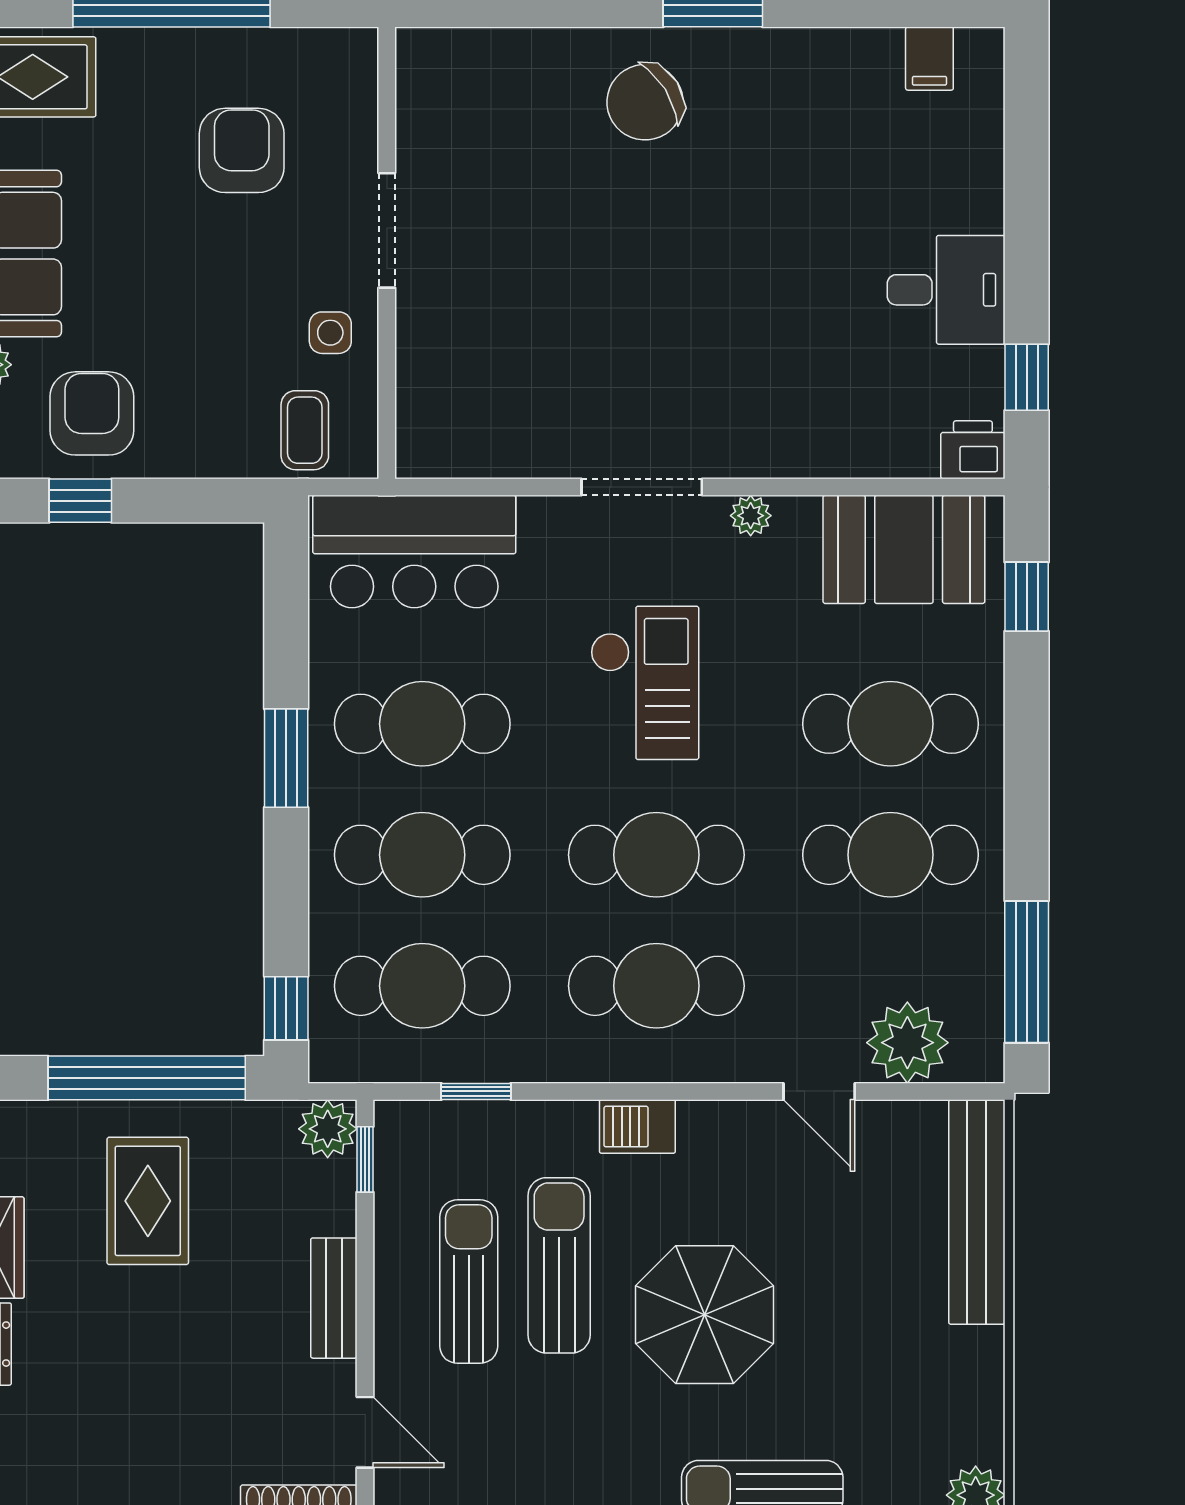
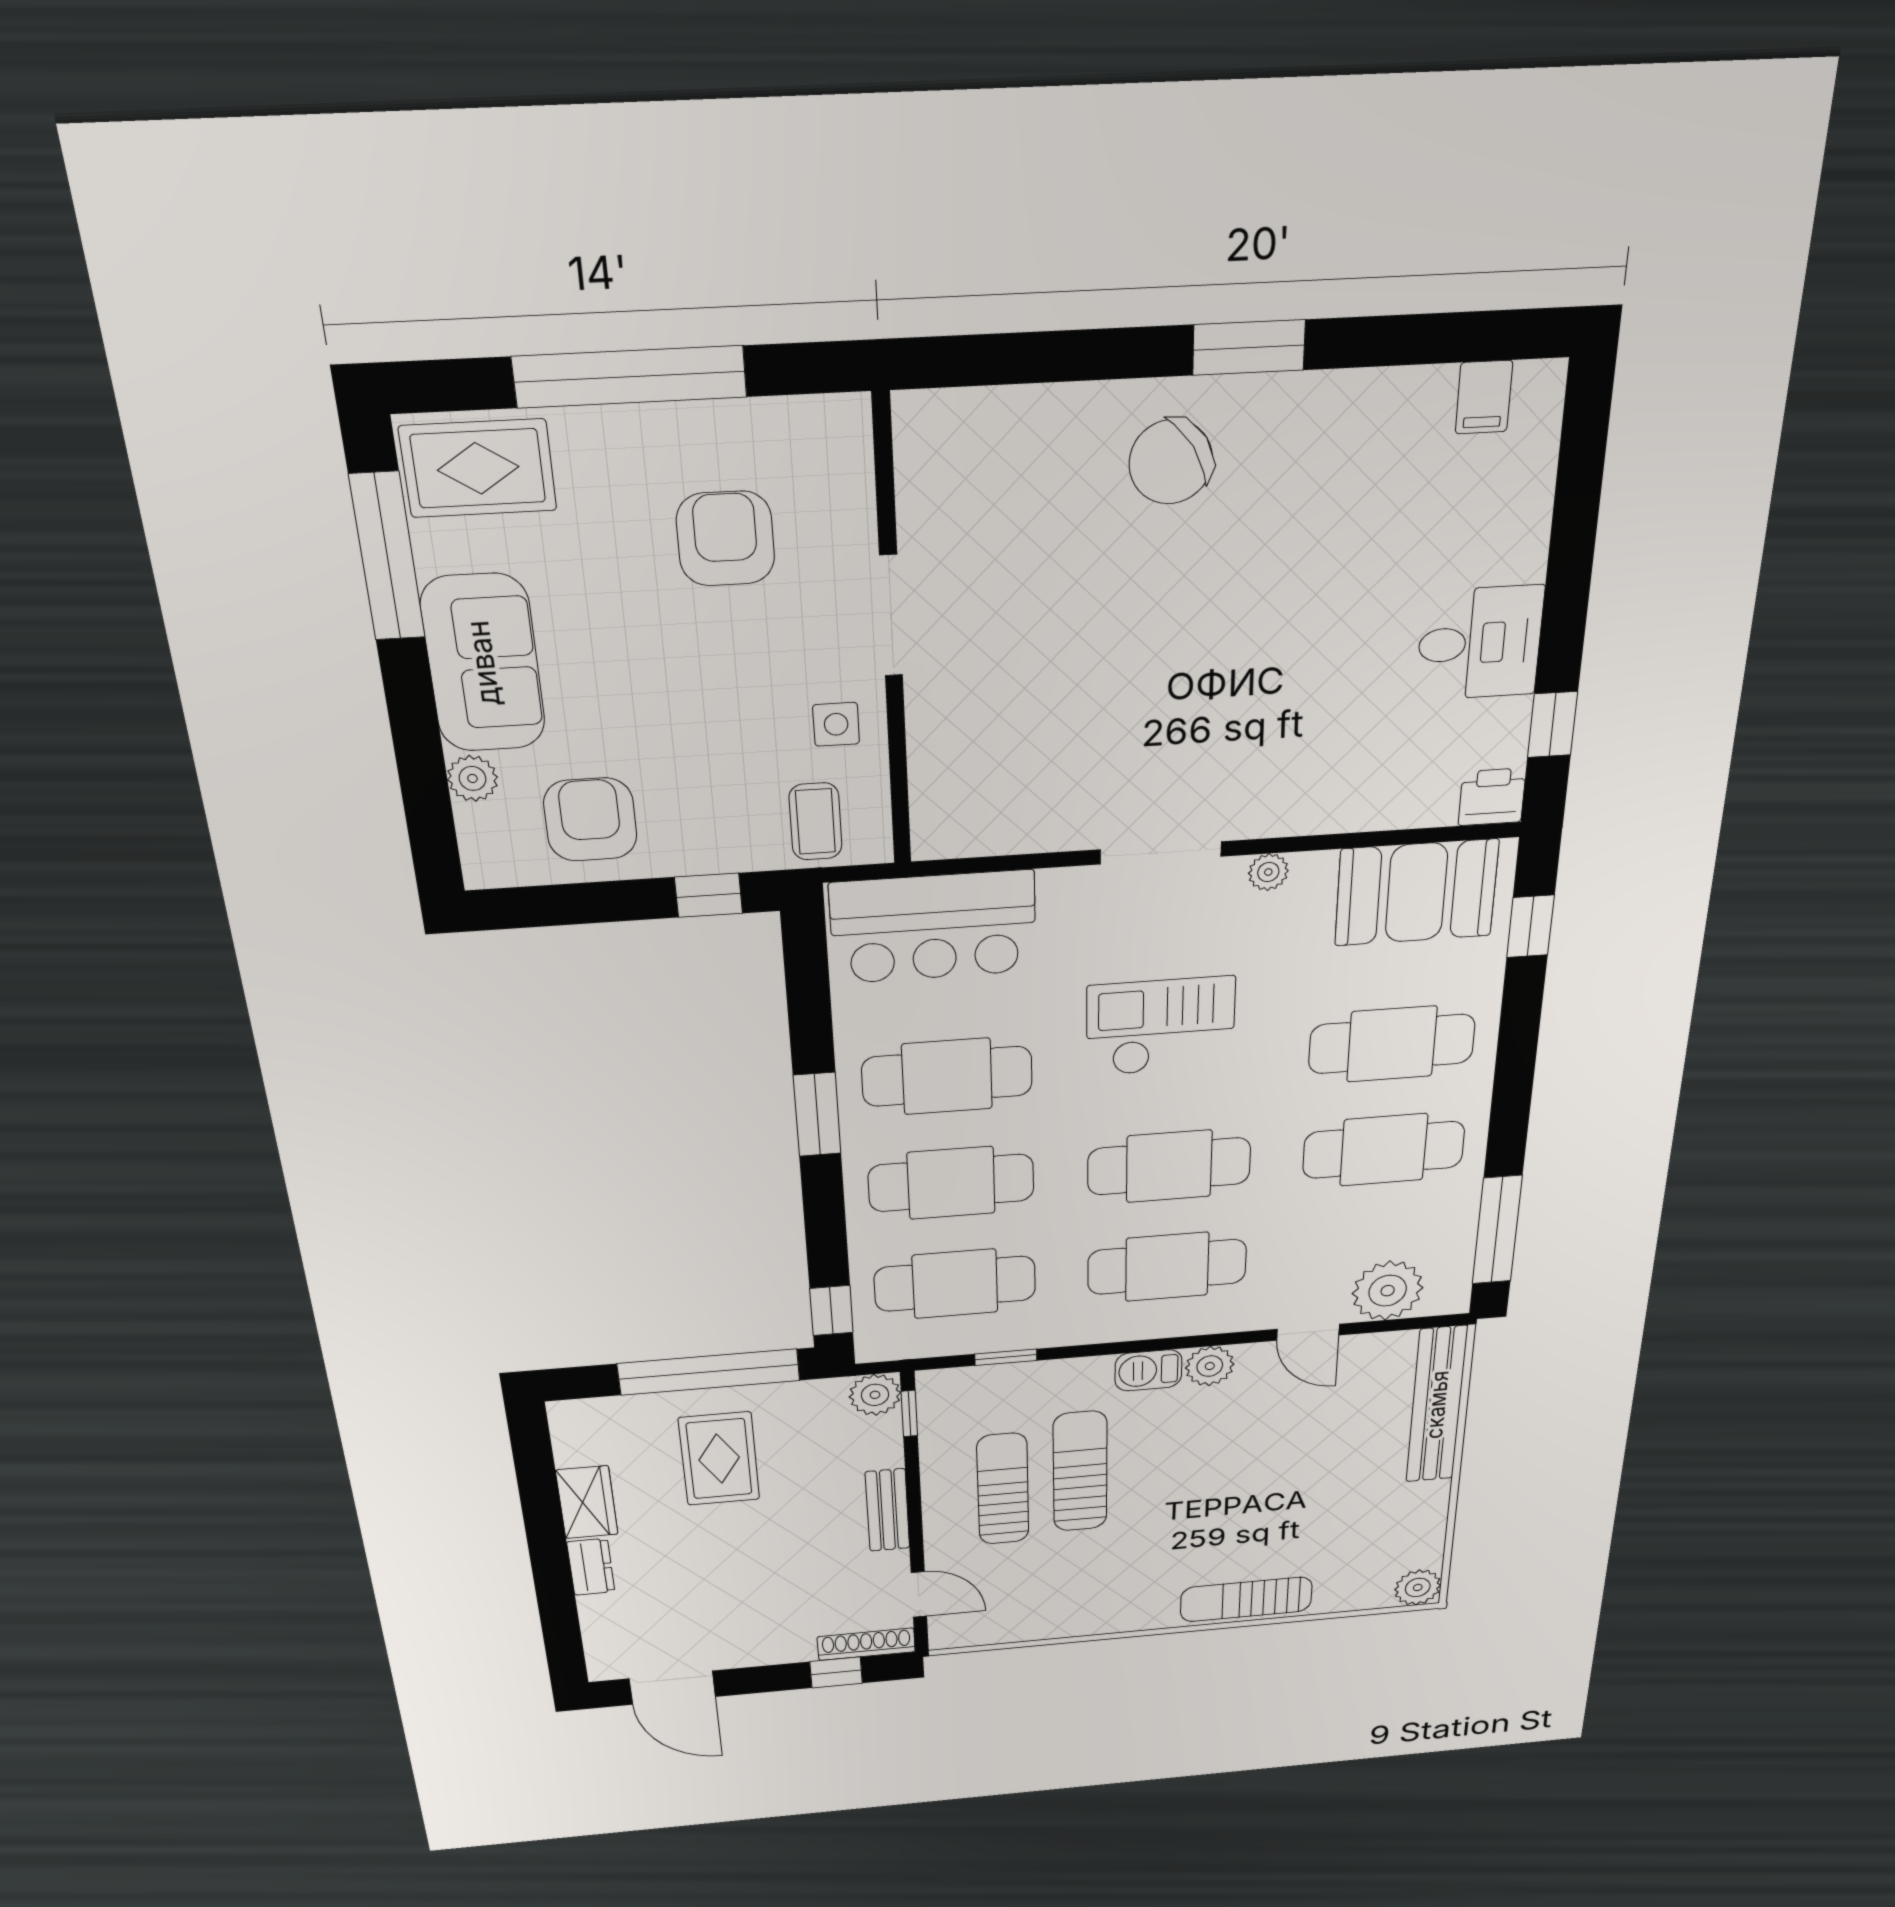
window: (80, 501) -> (709, 895), moved
checkout: (645, 683) -> (1161, 1026), turned -90
plant: (708, 1128) -> (1210, 1366), added
parasol: (705, 1315) -> (1203, 1493), removed

